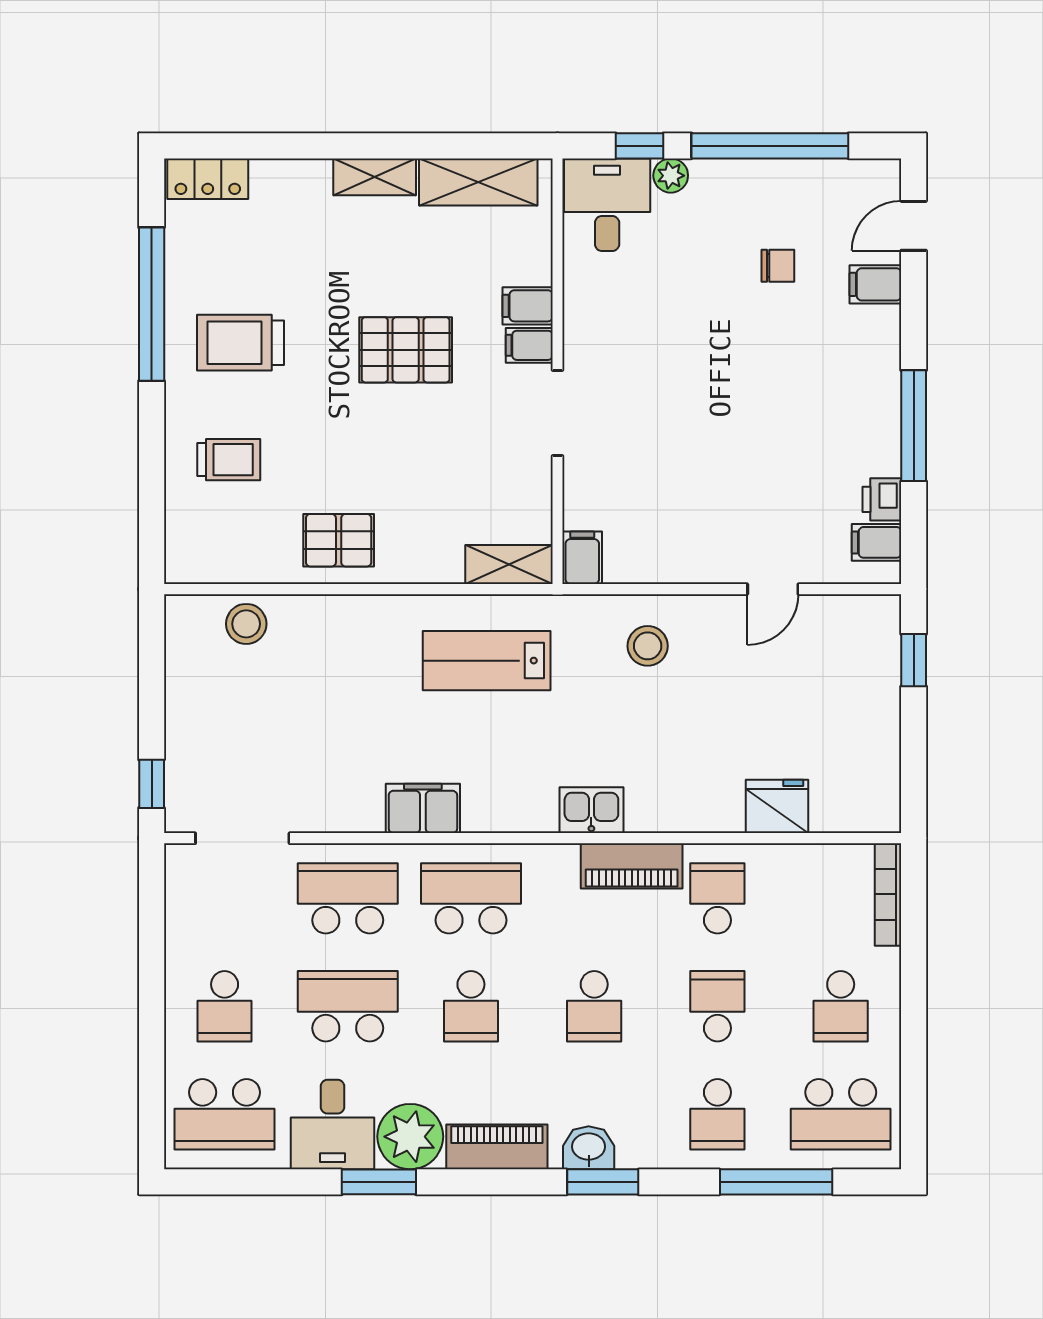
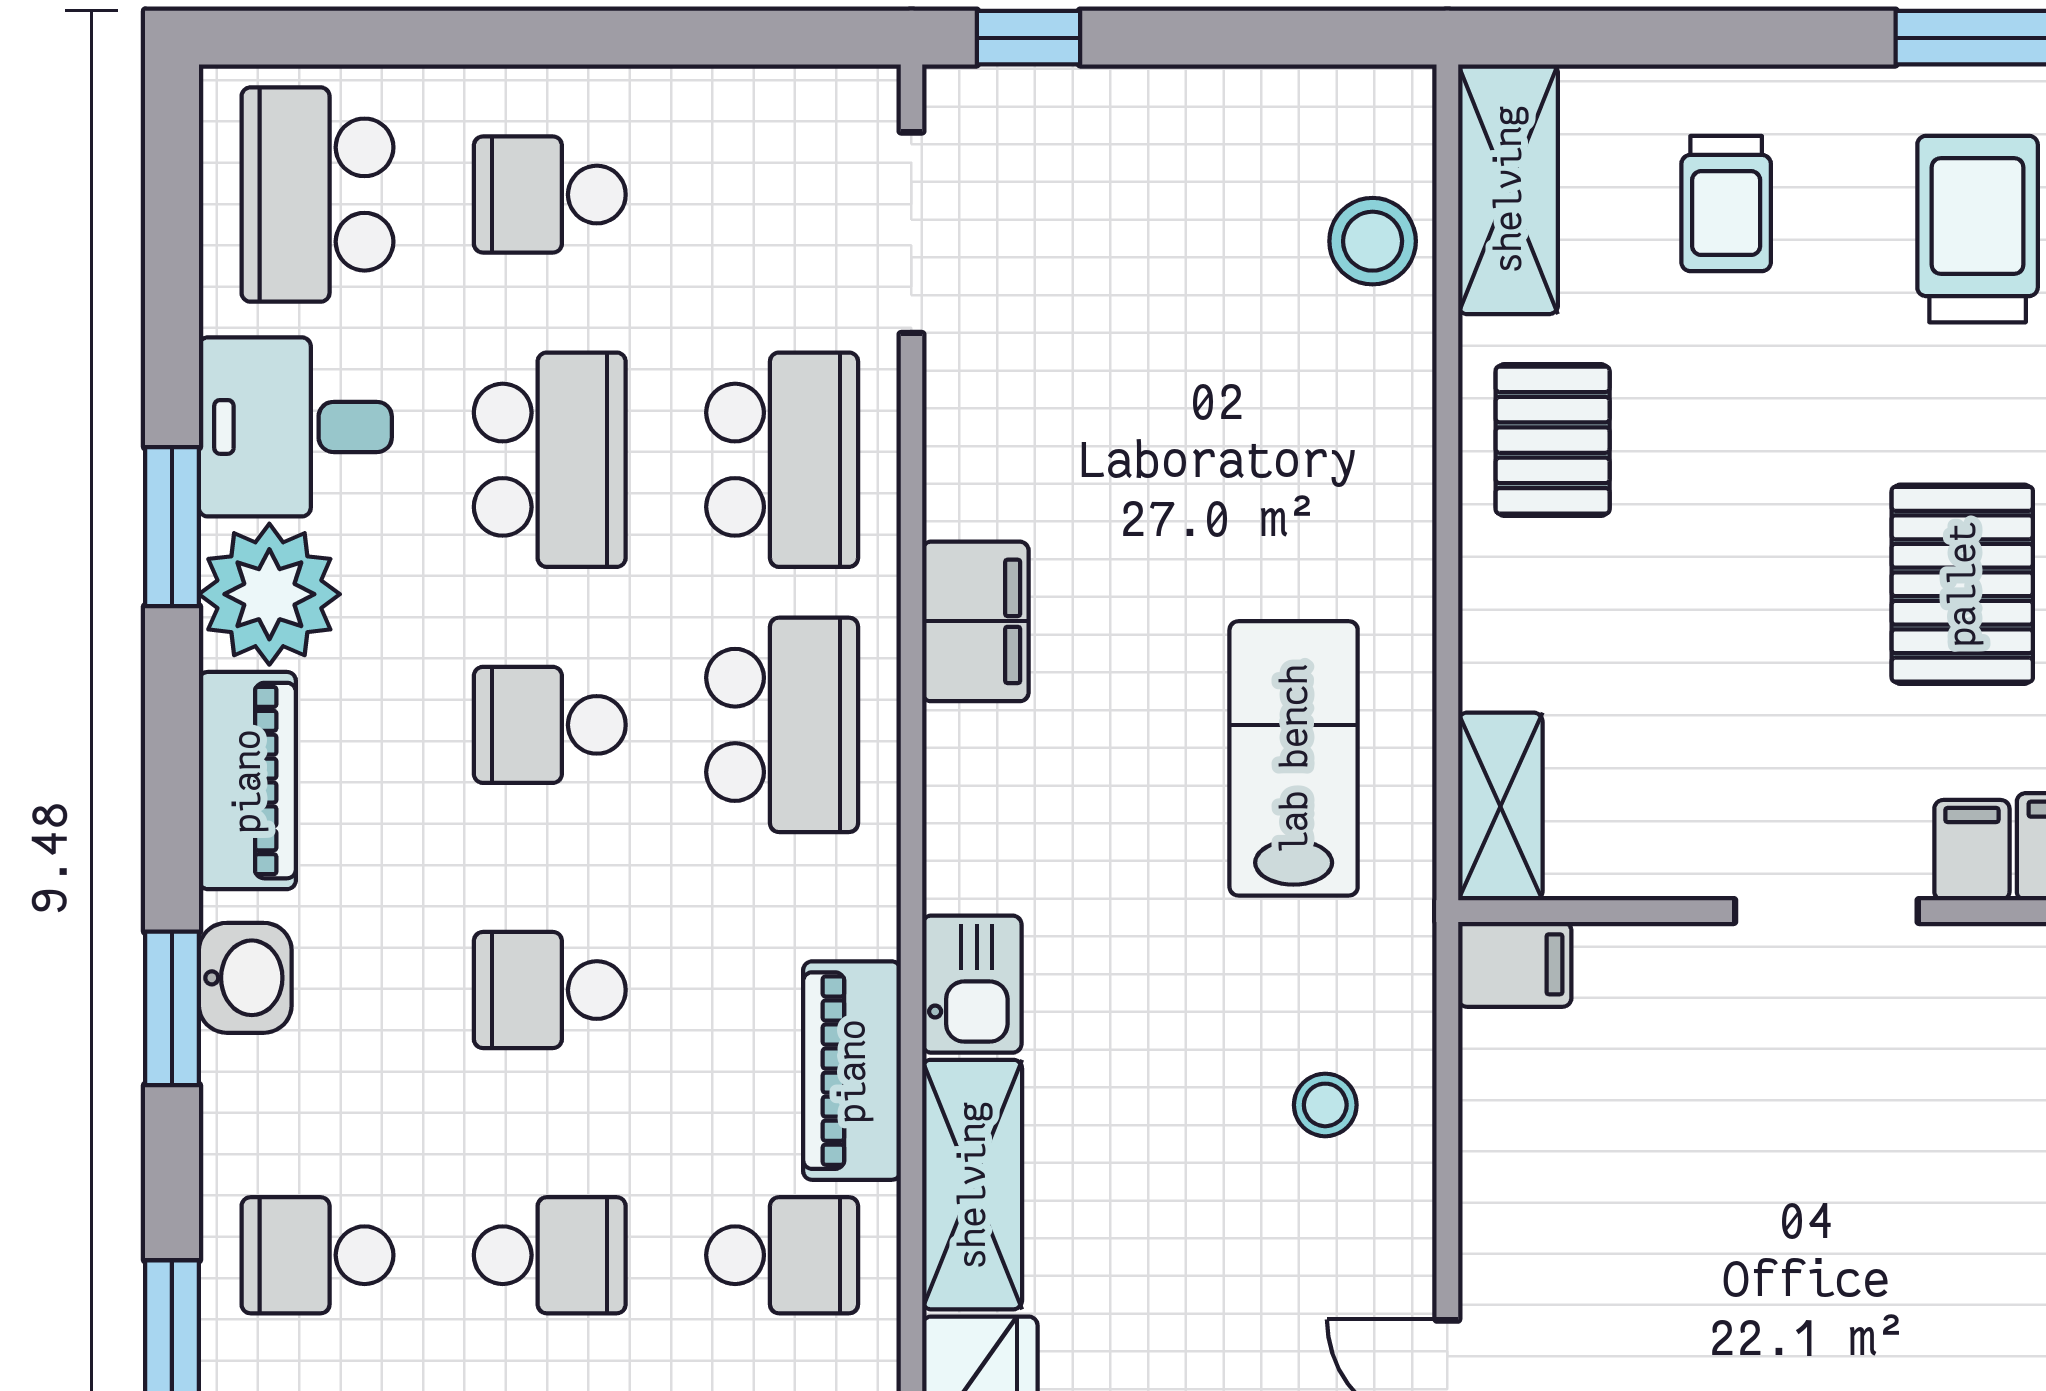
shelving: (222, 561) -> (1508, 189), added
stool: (648, 646) -> (1325, 1105), width x0.73, depth x0.73
shelving: (685, 810) -> (972, 1185), added

